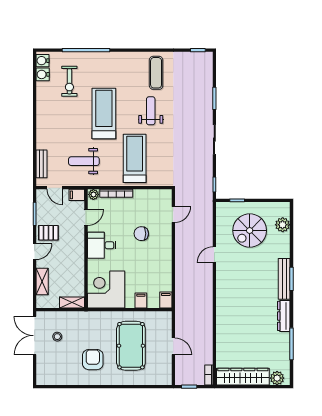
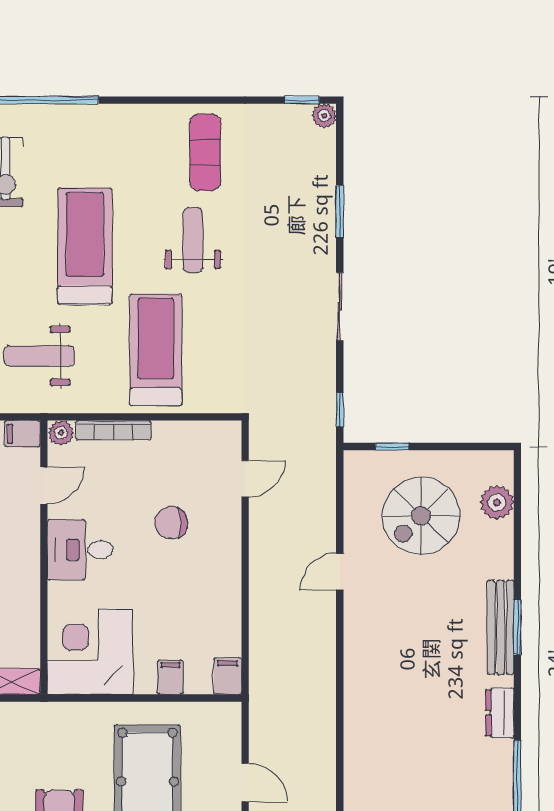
plant: (208, 57) -> (324, 116), added
dresser: (284, 316) -> (500, 713), width x0.70

